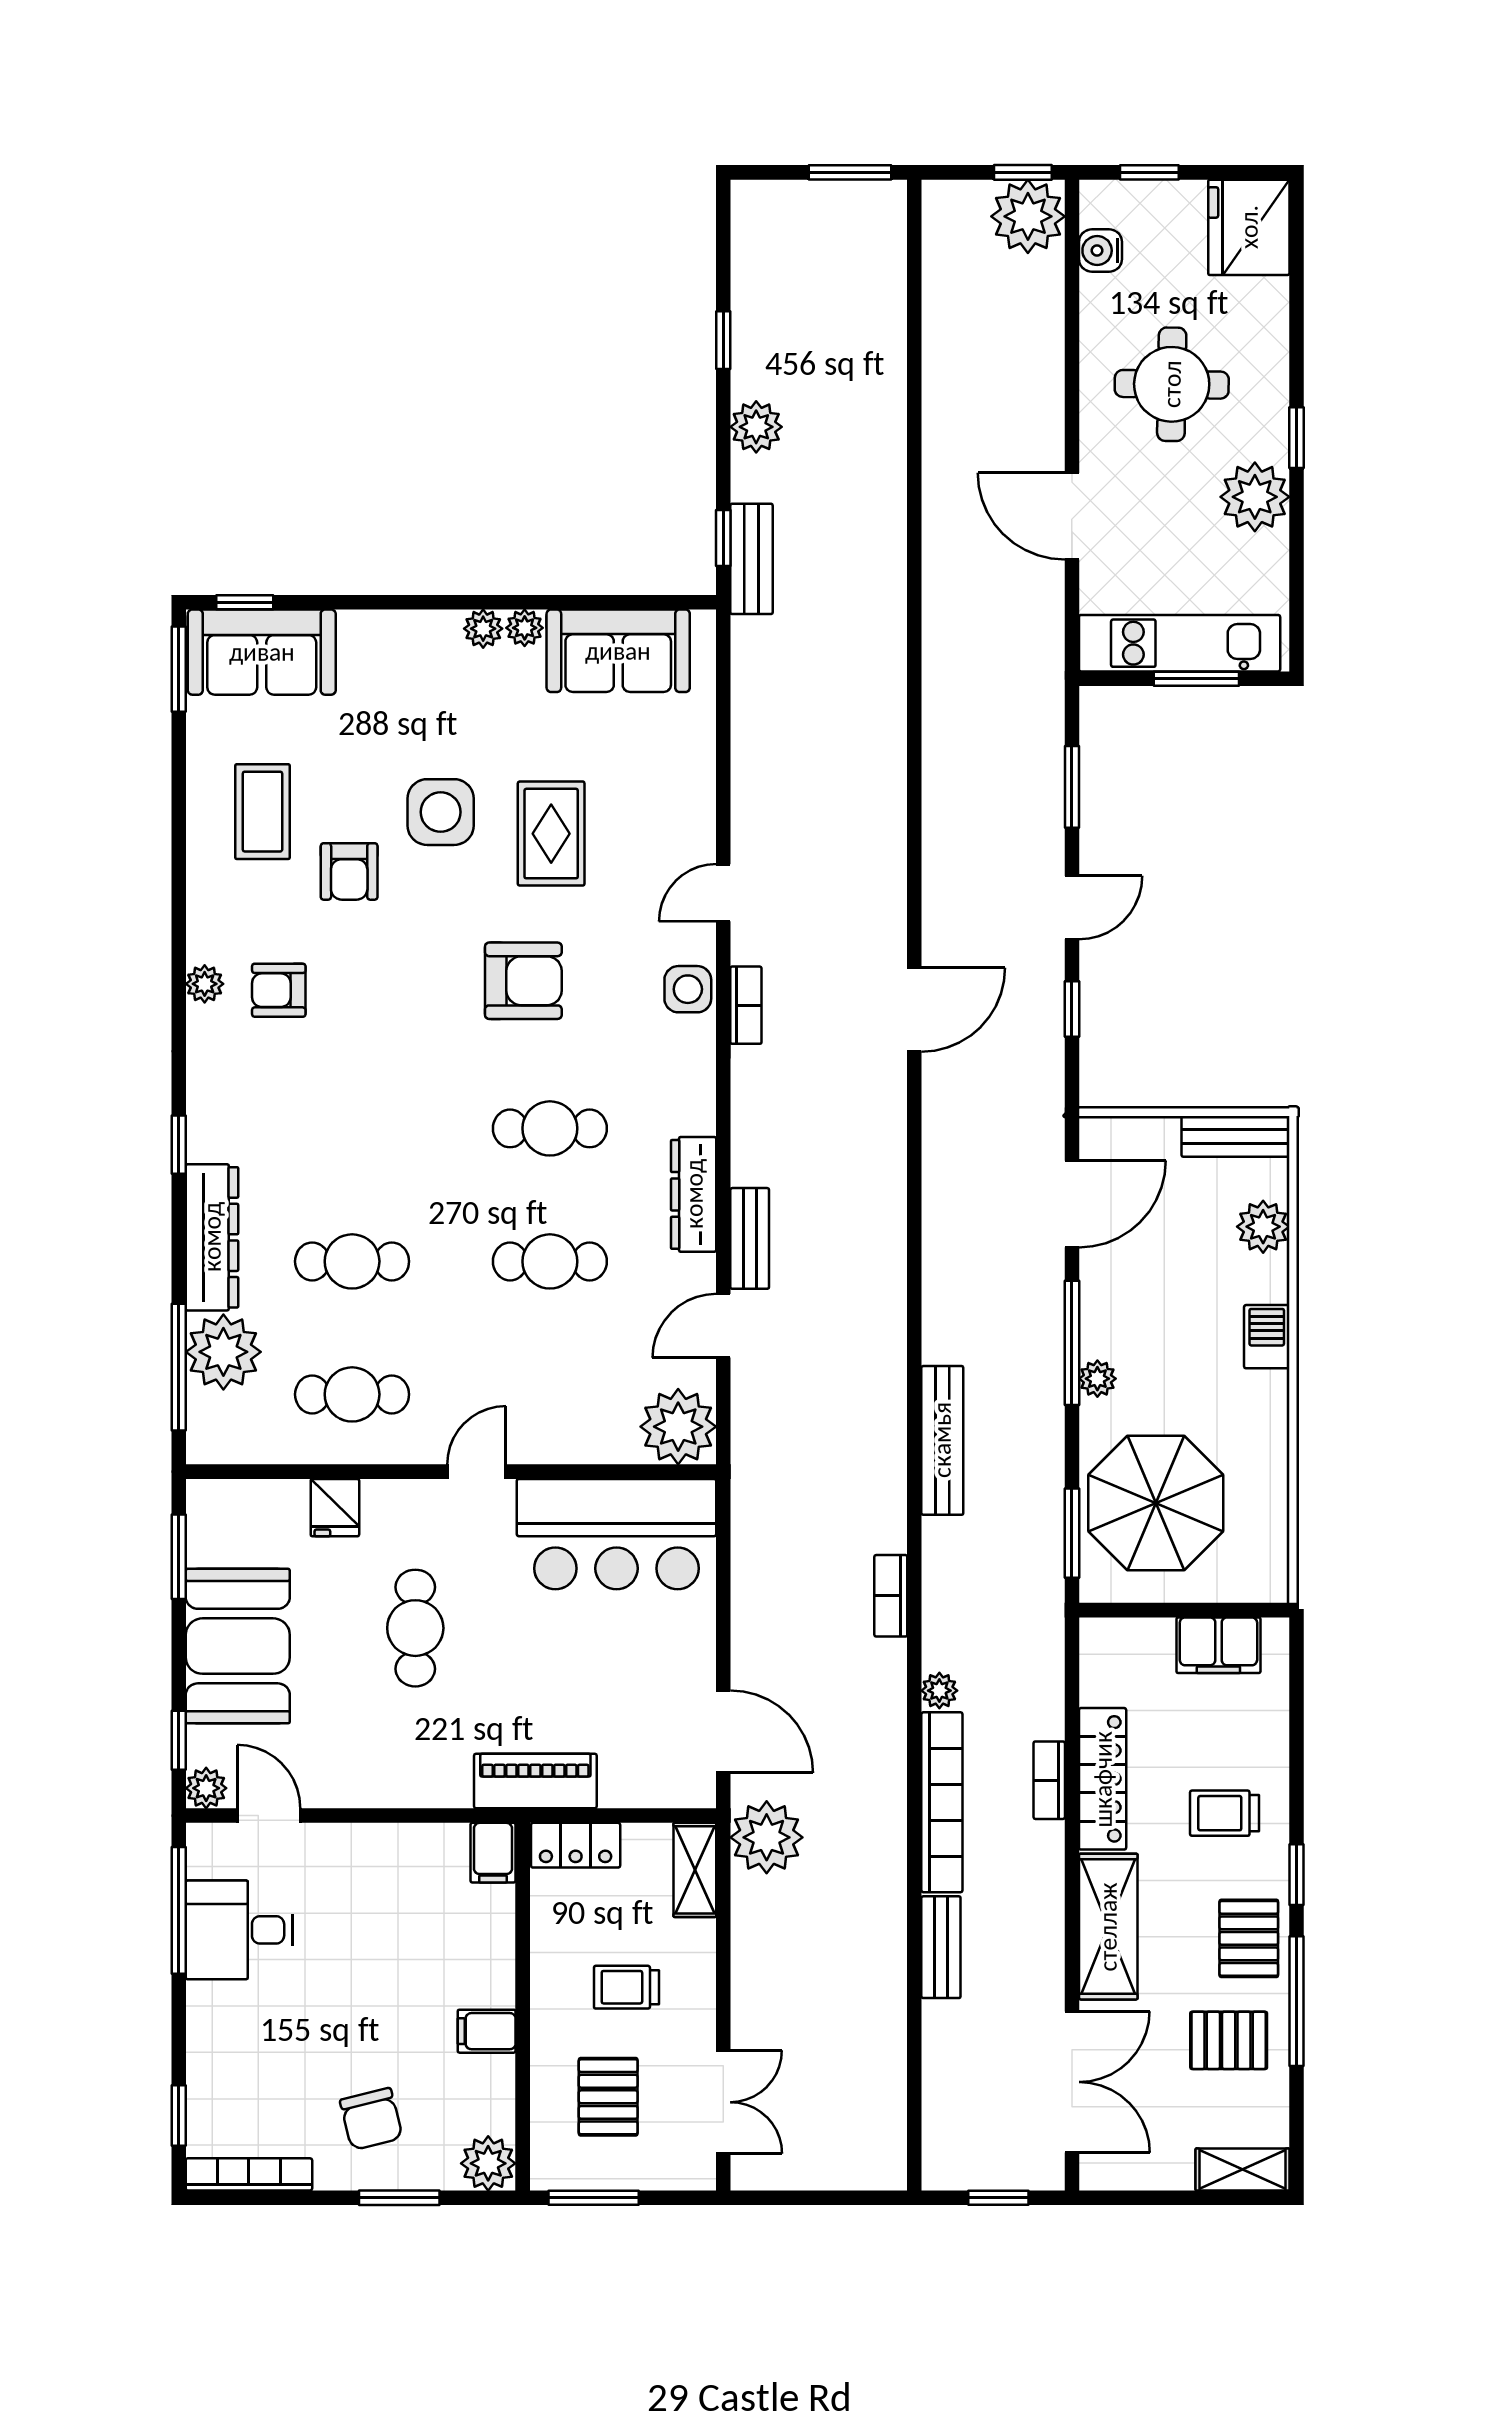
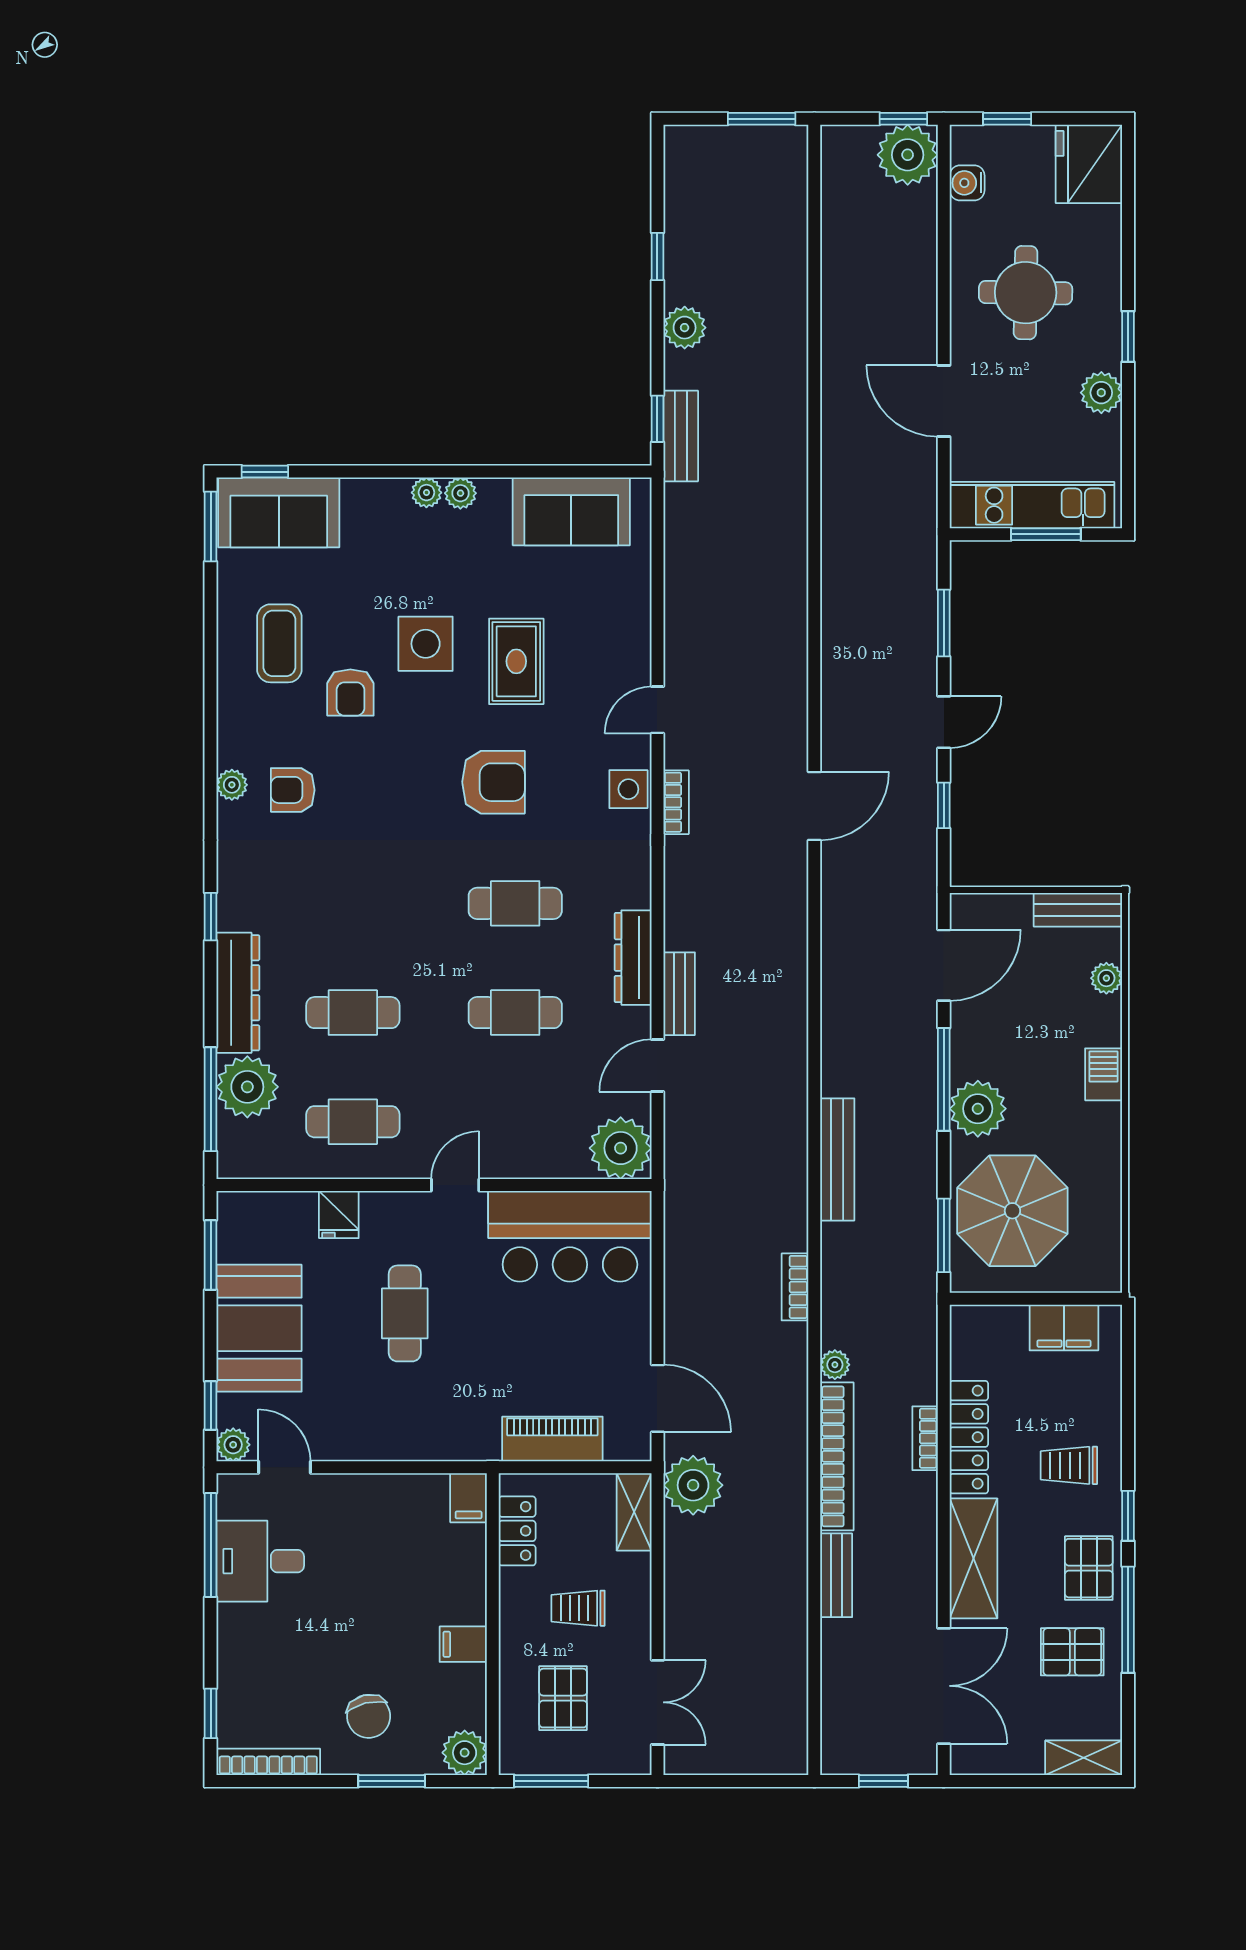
plant: (1255, 497) -> (1101, 393), width x0.73, depth x0.73
plant: (525, 628) -> (426, 493), moved
plant: (1263, 1227) -> (1106, 978), width x0.73, depth x0.73
plant: (1097, 1379) -> (978, 1109), width x1.88, depth x1.88
piano: (535, 1781) -> (552, 1439), moved
locker: (576, 1845) -> (517, 1531), moved, turned -90

